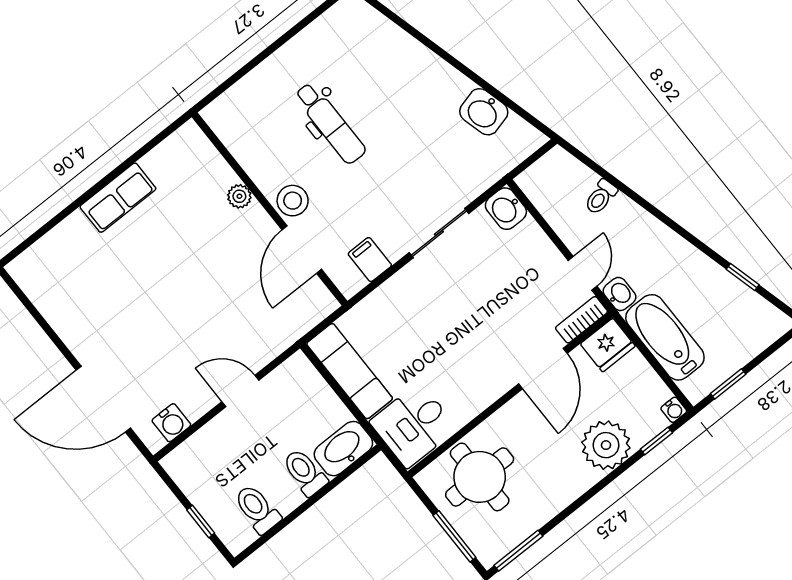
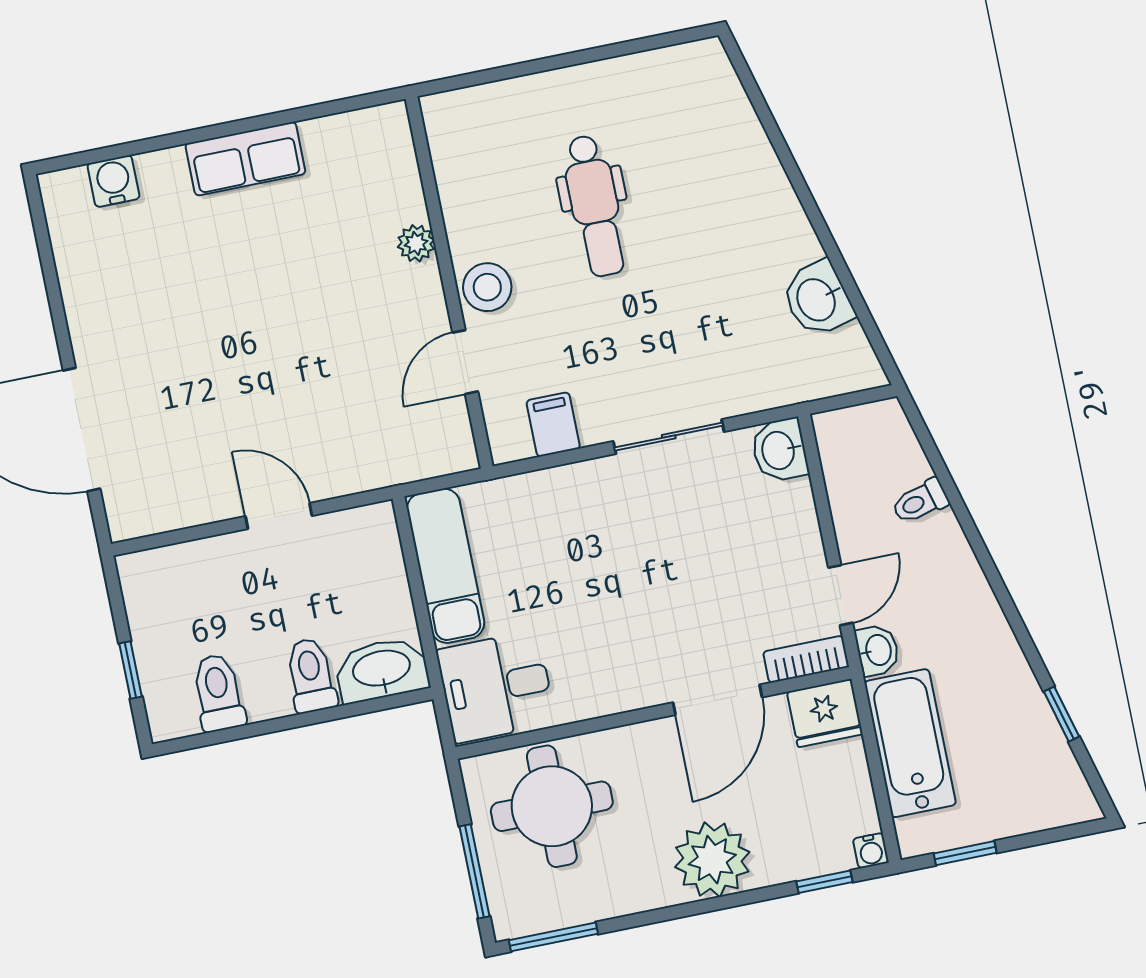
door: (302, 250) -> (465, 362), width x0.73
water cooler: (171, 423) -> (113, 181), moved, turned 180
plant: (606, 445) -> (712, 860), moved

